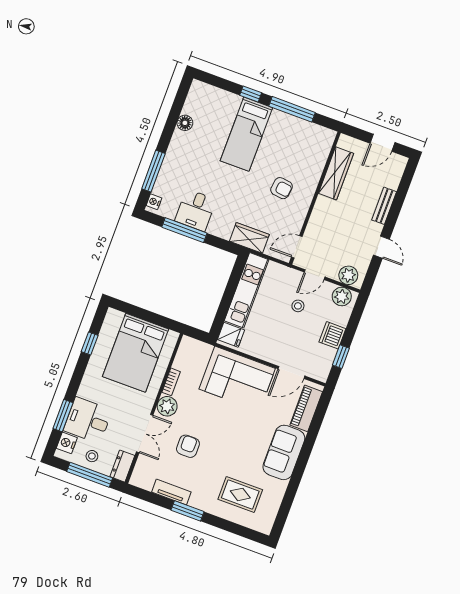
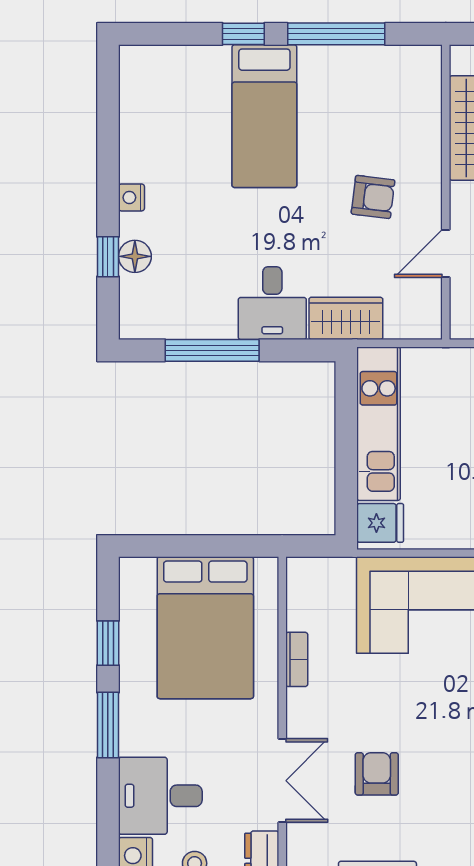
floor lamp: (185, 123) -> (135, 256), moved
window: (153, 171) -> (108, 257), width x0.46
nightstand: (154, 202) -> (131, 197), moved
desk: (196, 210) -> (272, 303), moved
door: (297, 247) -> (446, 254), moved
plant: (167, 406) -> (307, 710), removed
window: (63, 416) -> (108, 725), moved

